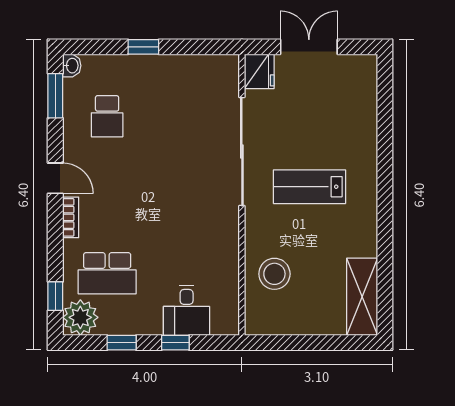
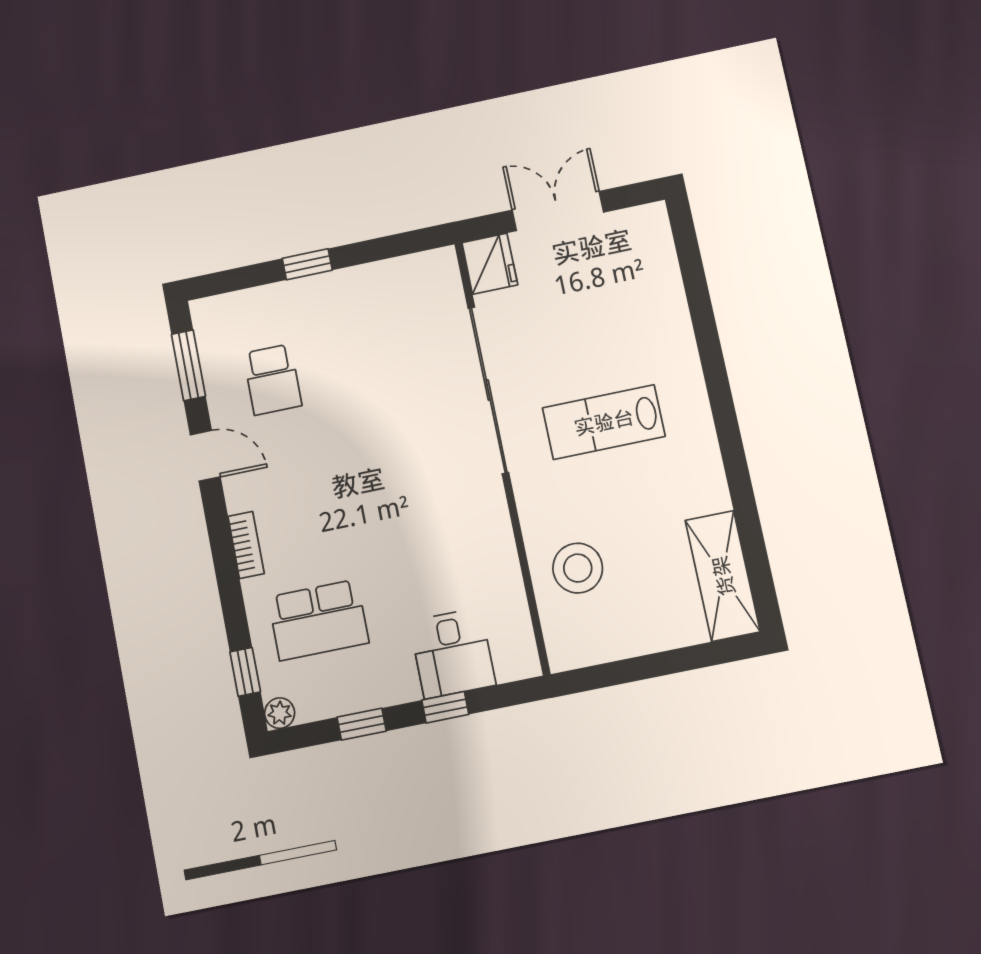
washbasin: (72, 66) -> (205, 315), removed
door: (55, 178) -> (205, 456), moved
plant: (80, 317) -> (280, 713), width x0.53, depth x0.53

